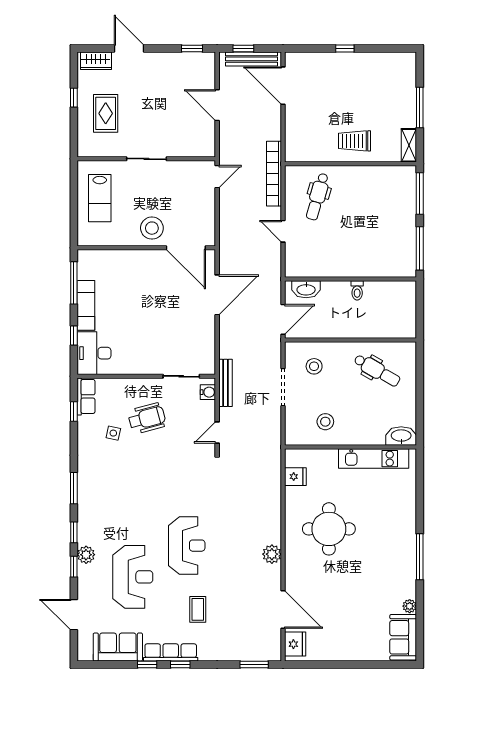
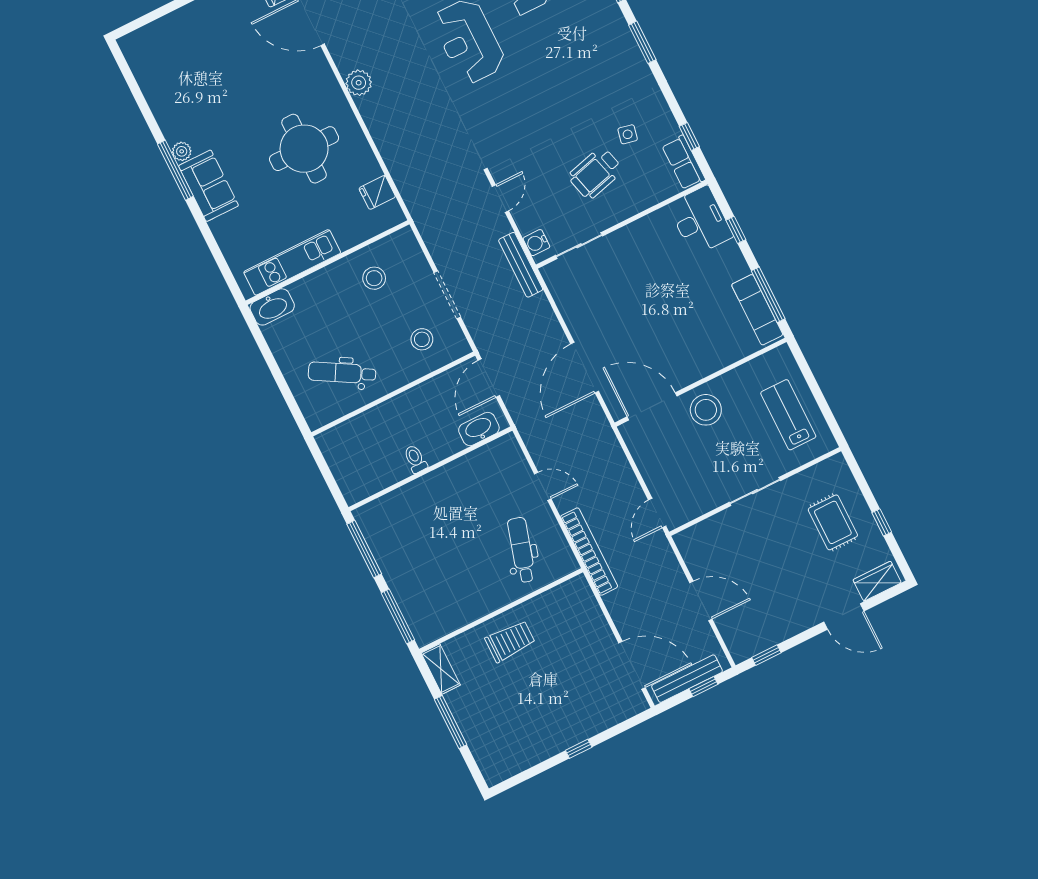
exam couch: (86, 305) -> (757, 310), moved
plant: (410, 606) -> (182, 151), moved
sofa: (403, 637) -> (209, 186), moved

